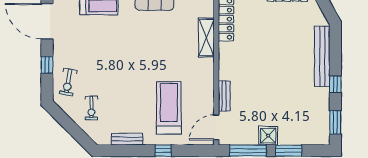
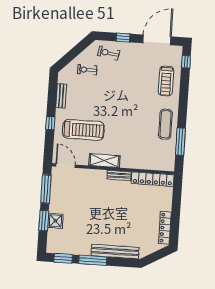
shelving: (206, 37) -> (104, 161), moved
window: (335, 84) -> (93, 260), width x2.17
bench: (224, 96) -> (119, 175), moved
shower: (268, 136) -> (55, 221), moved

